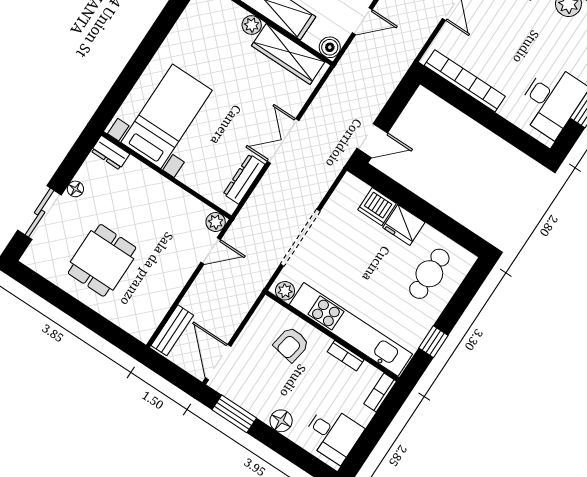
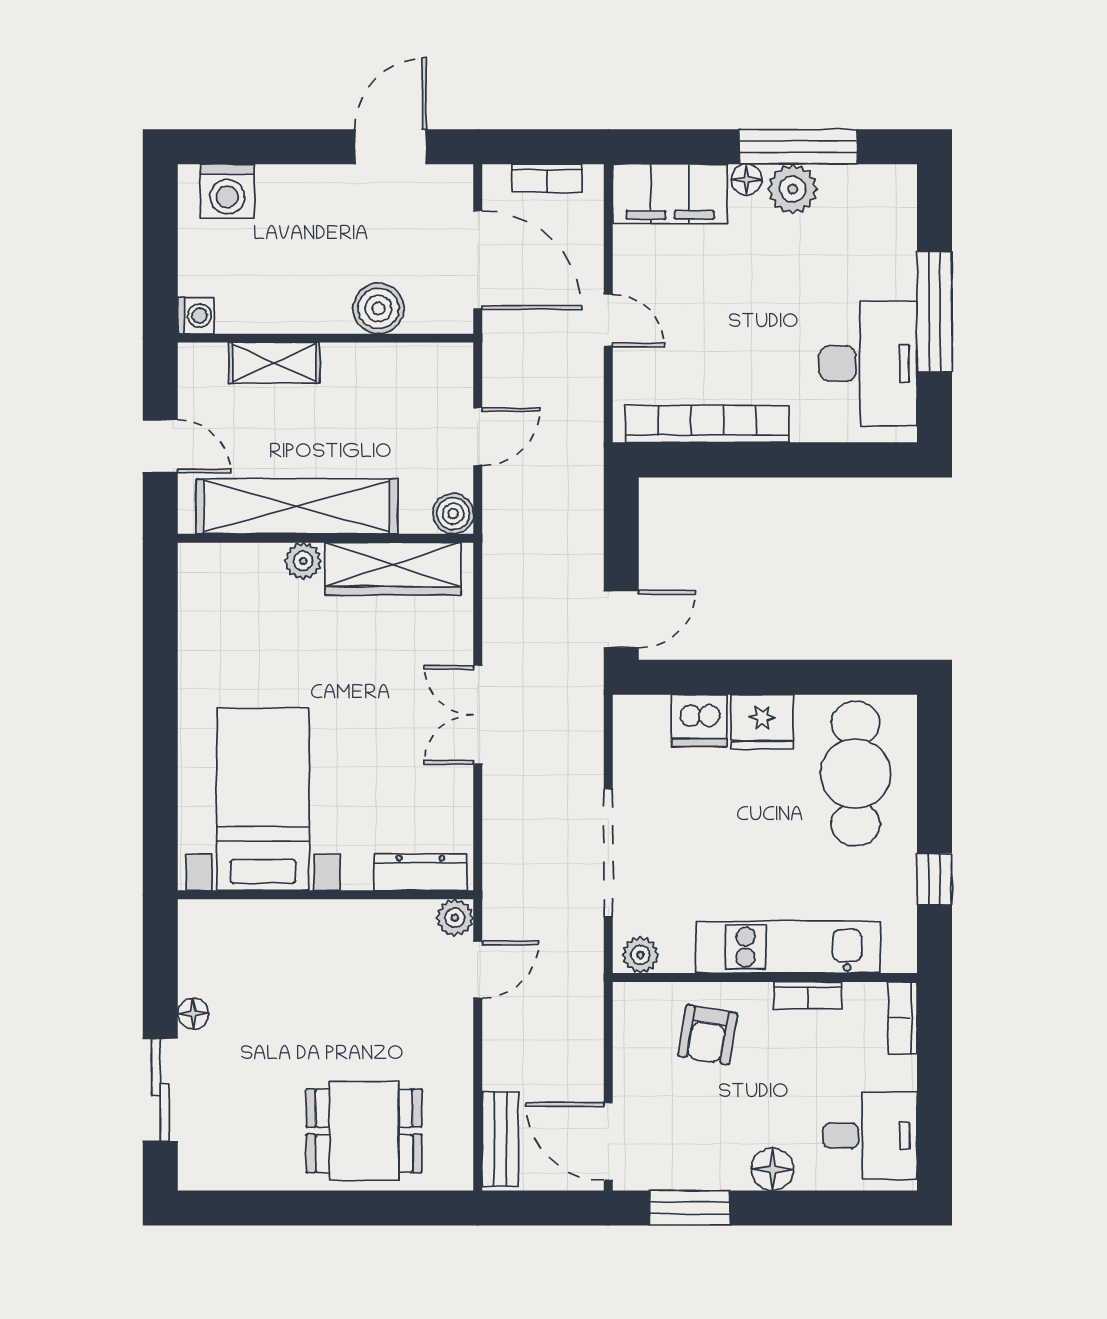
dresser: (110, 153) -> (211, 918), removed
dresser: (244, 179) -> (420, 872), moved, turned 90
dining table: (102, 260) -> (364, 1131), moved, turned 90
cafe table: (429, 274) -> (856, 774), width x1.37, depth x1.35
kitchen unit: (351, 329) -> (788, 947), width x0.73

